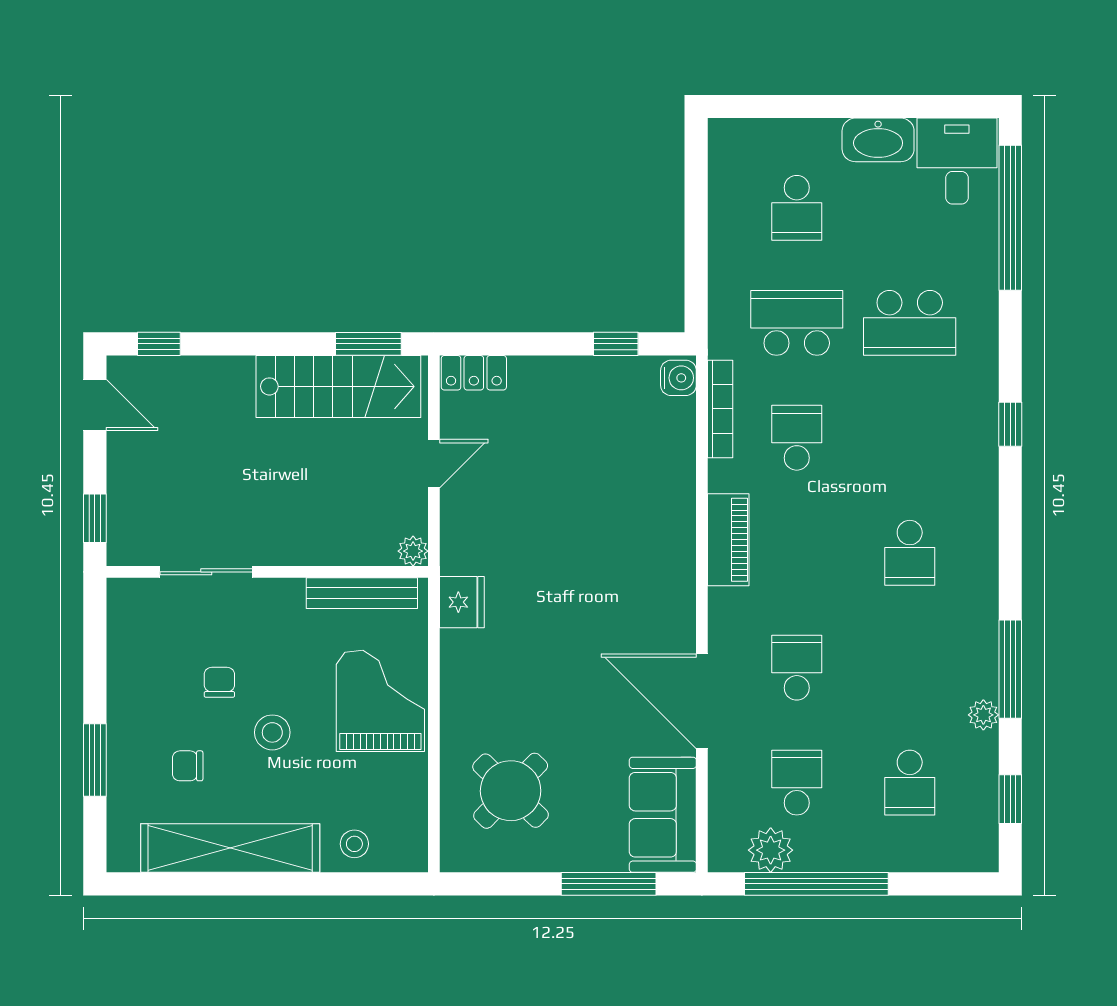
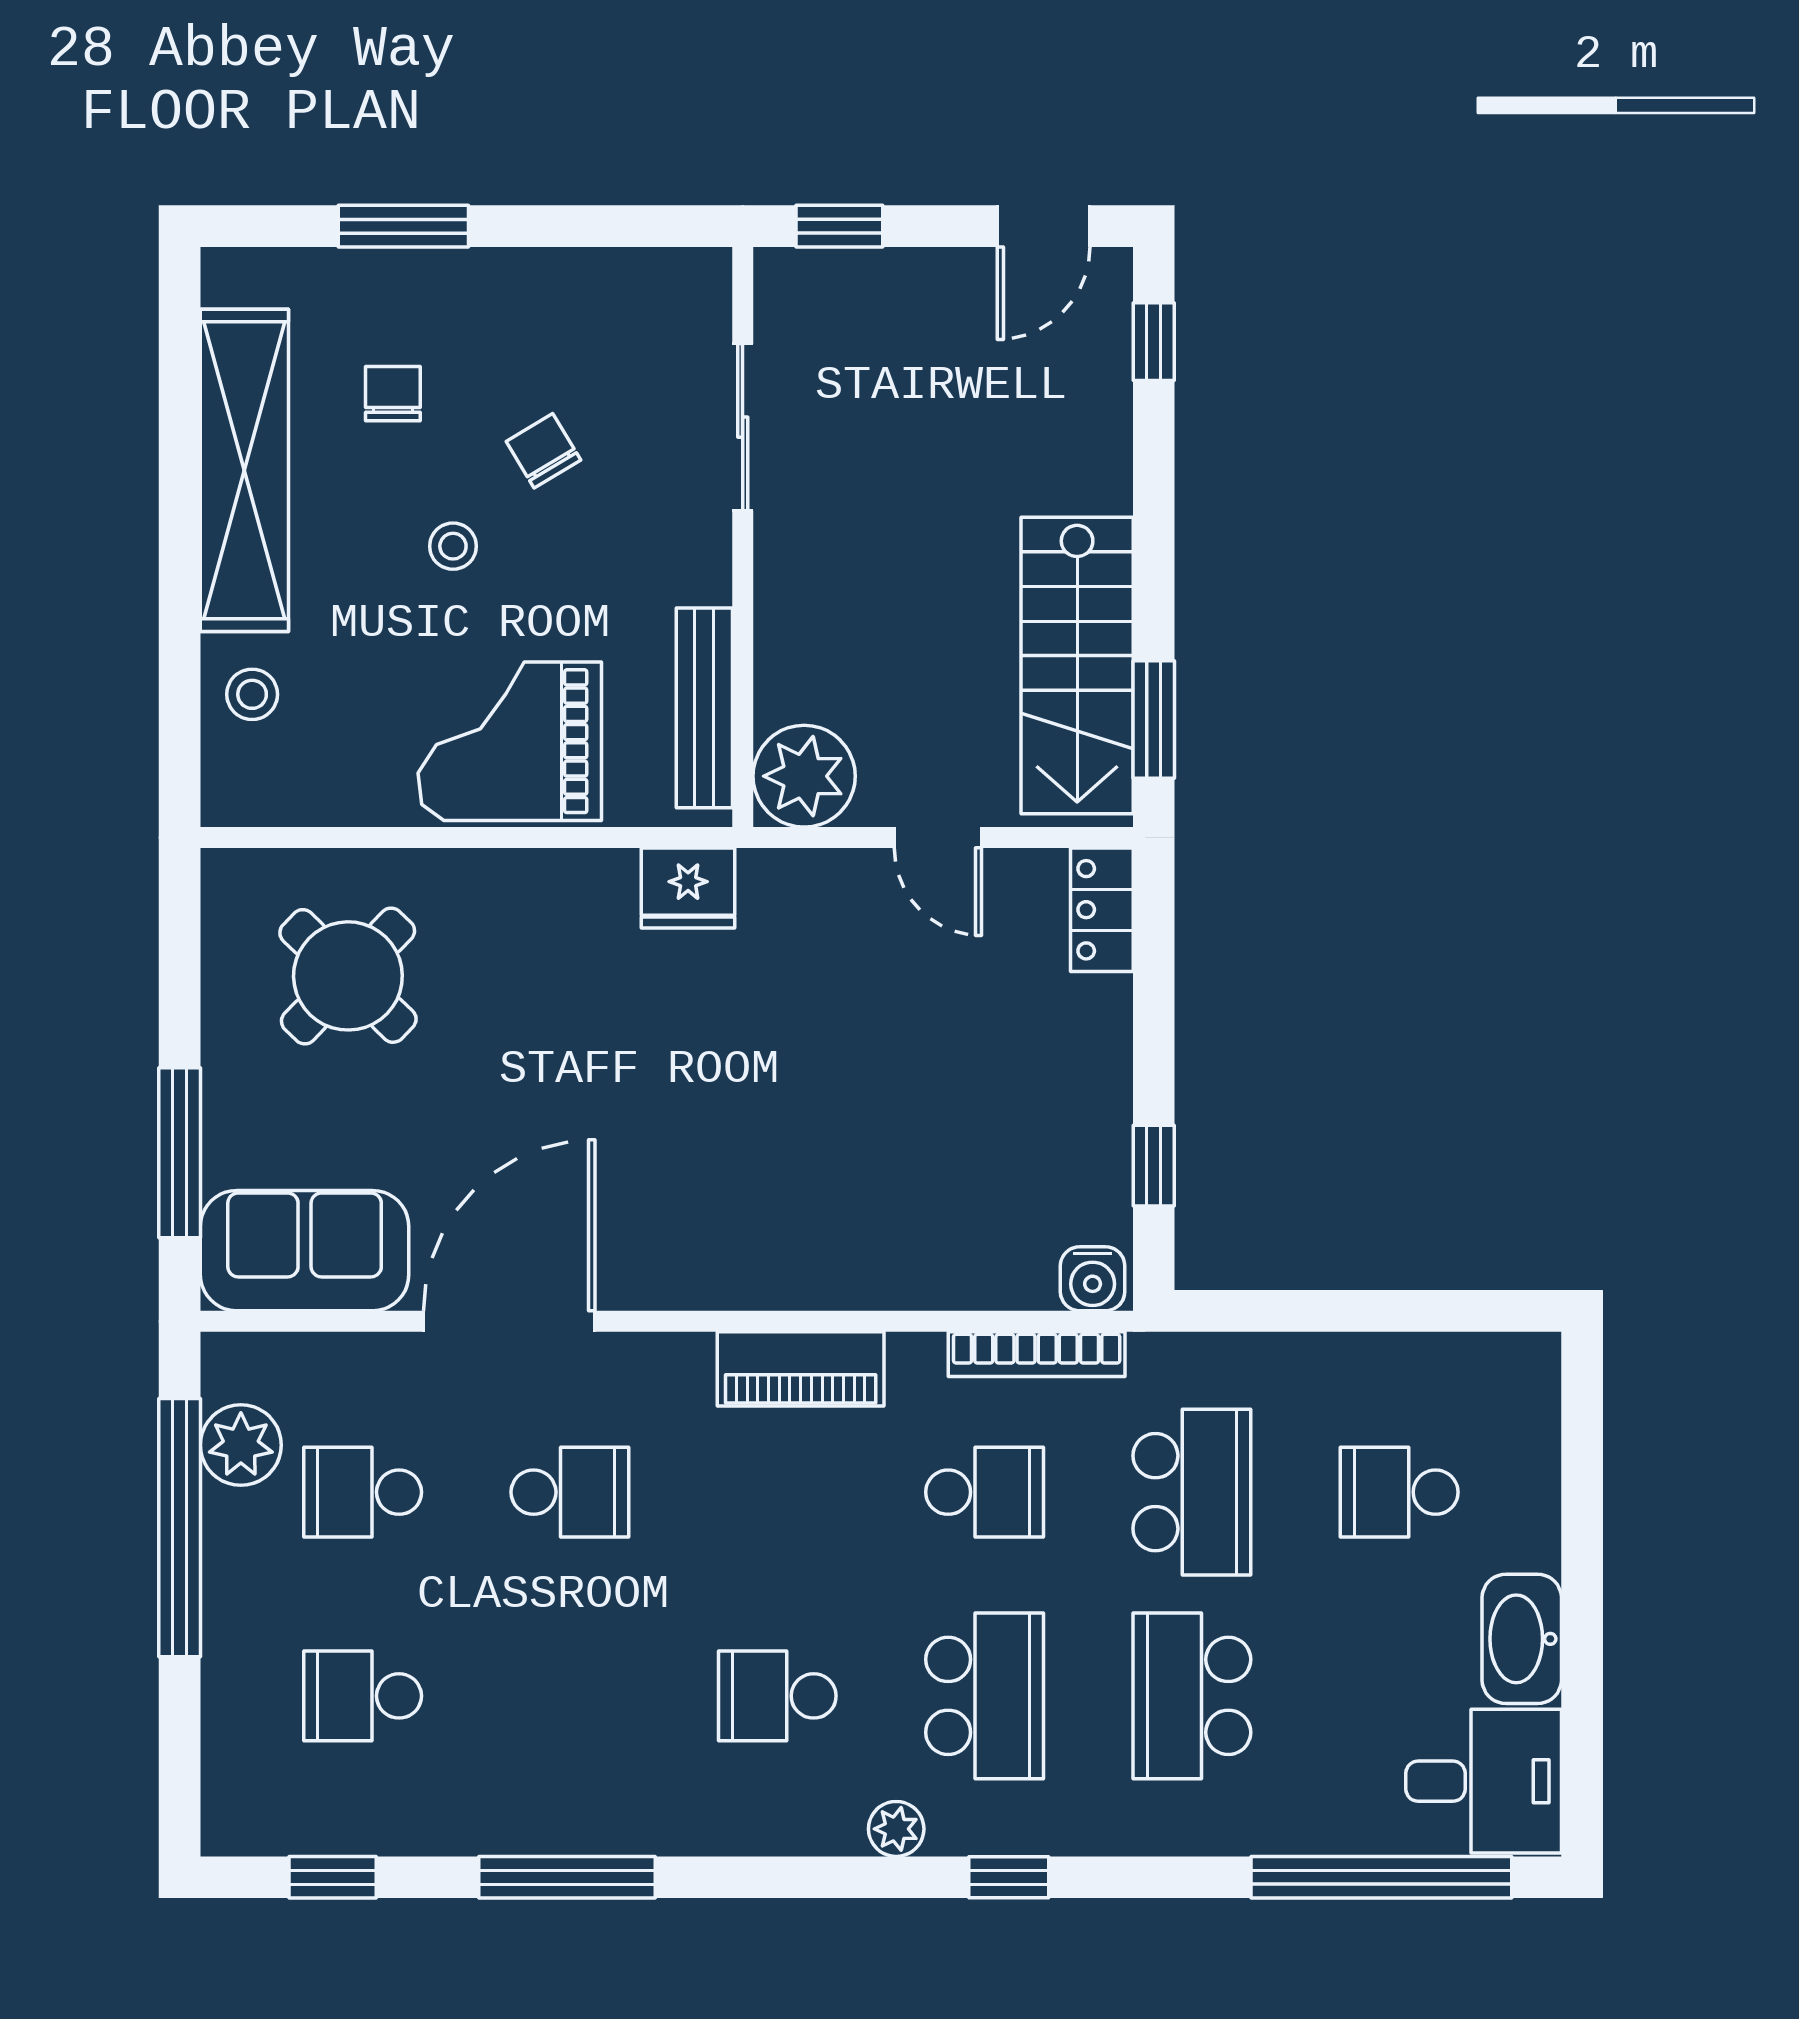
school desk: (910, 438) -> (985, 1696), added
plant: (413, 551) -> (804, 776), width x1.88, depth x1.88
chair: (219, 682) -> (543, 451), turned -121
grand piano: (380, 701) -> (510, 741), turned 180
plant: (983, 715) -> (896, 1829), moved
stool: (272, 732) -> (453, 546), width x0.73, depth x0.73
school desk: (797, 783) -> (363, 1492), turned 180

